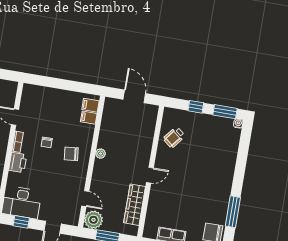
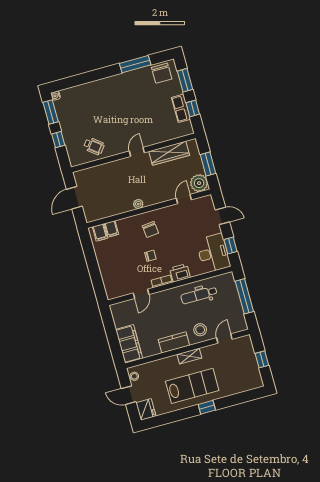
door: (150, 175) -> (137, 152), hinge flipped

